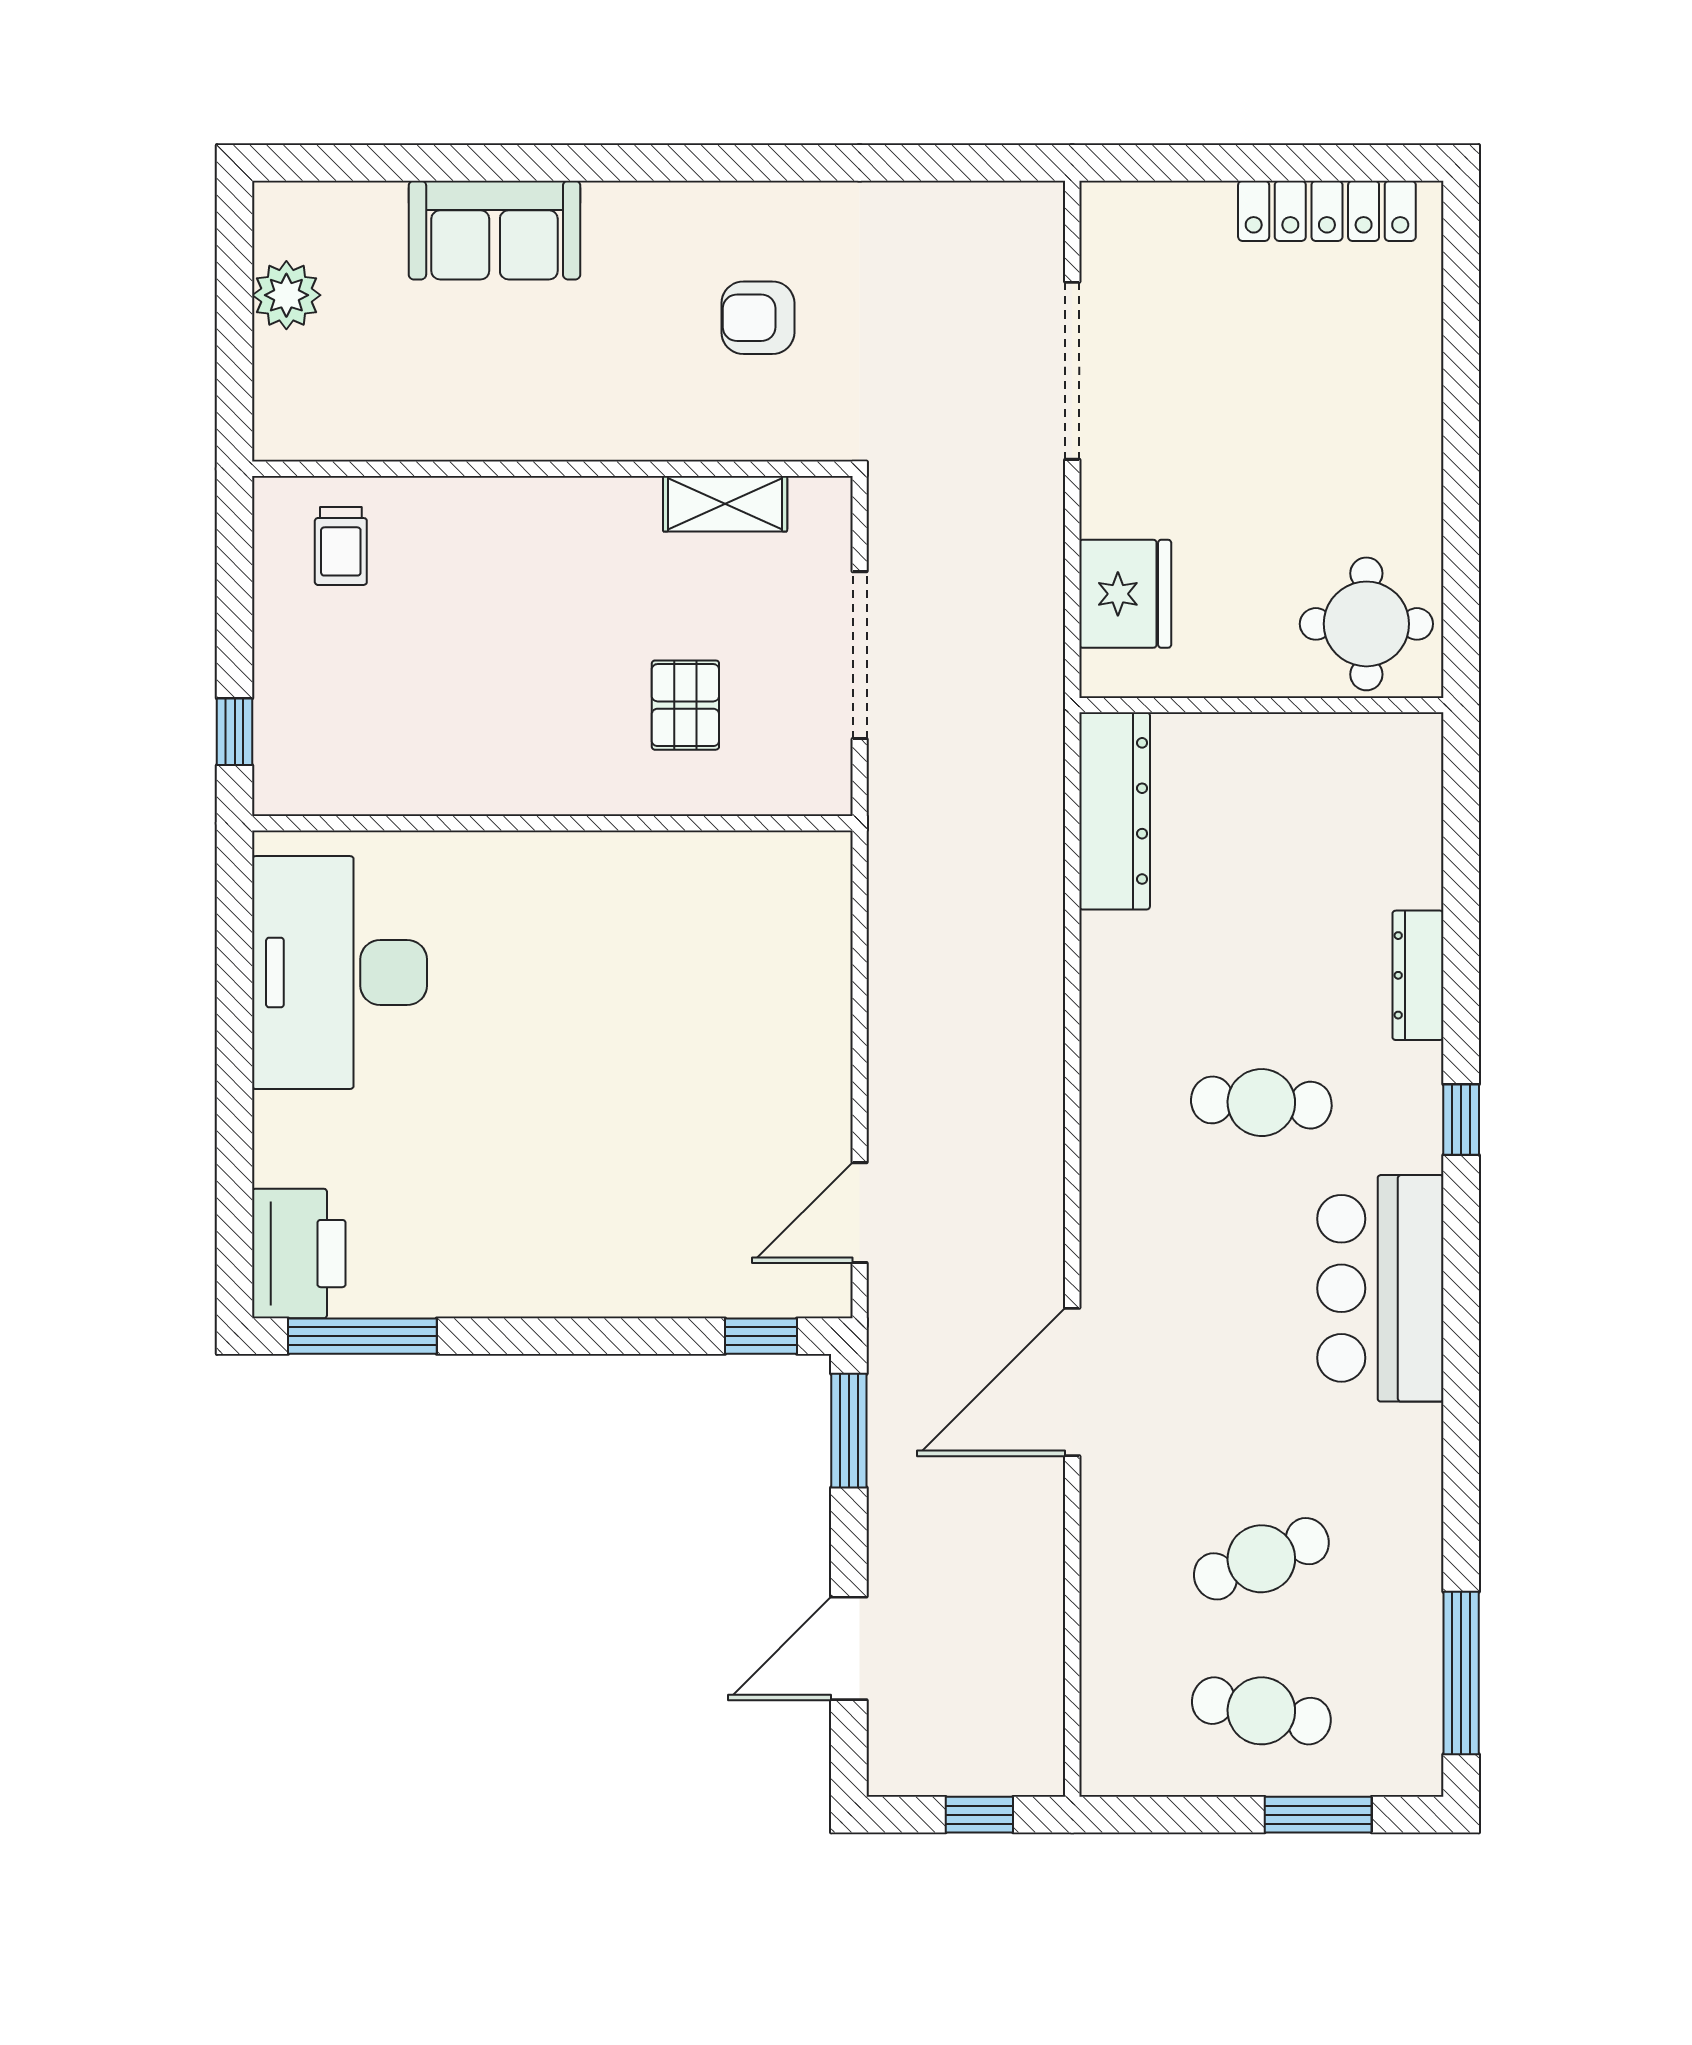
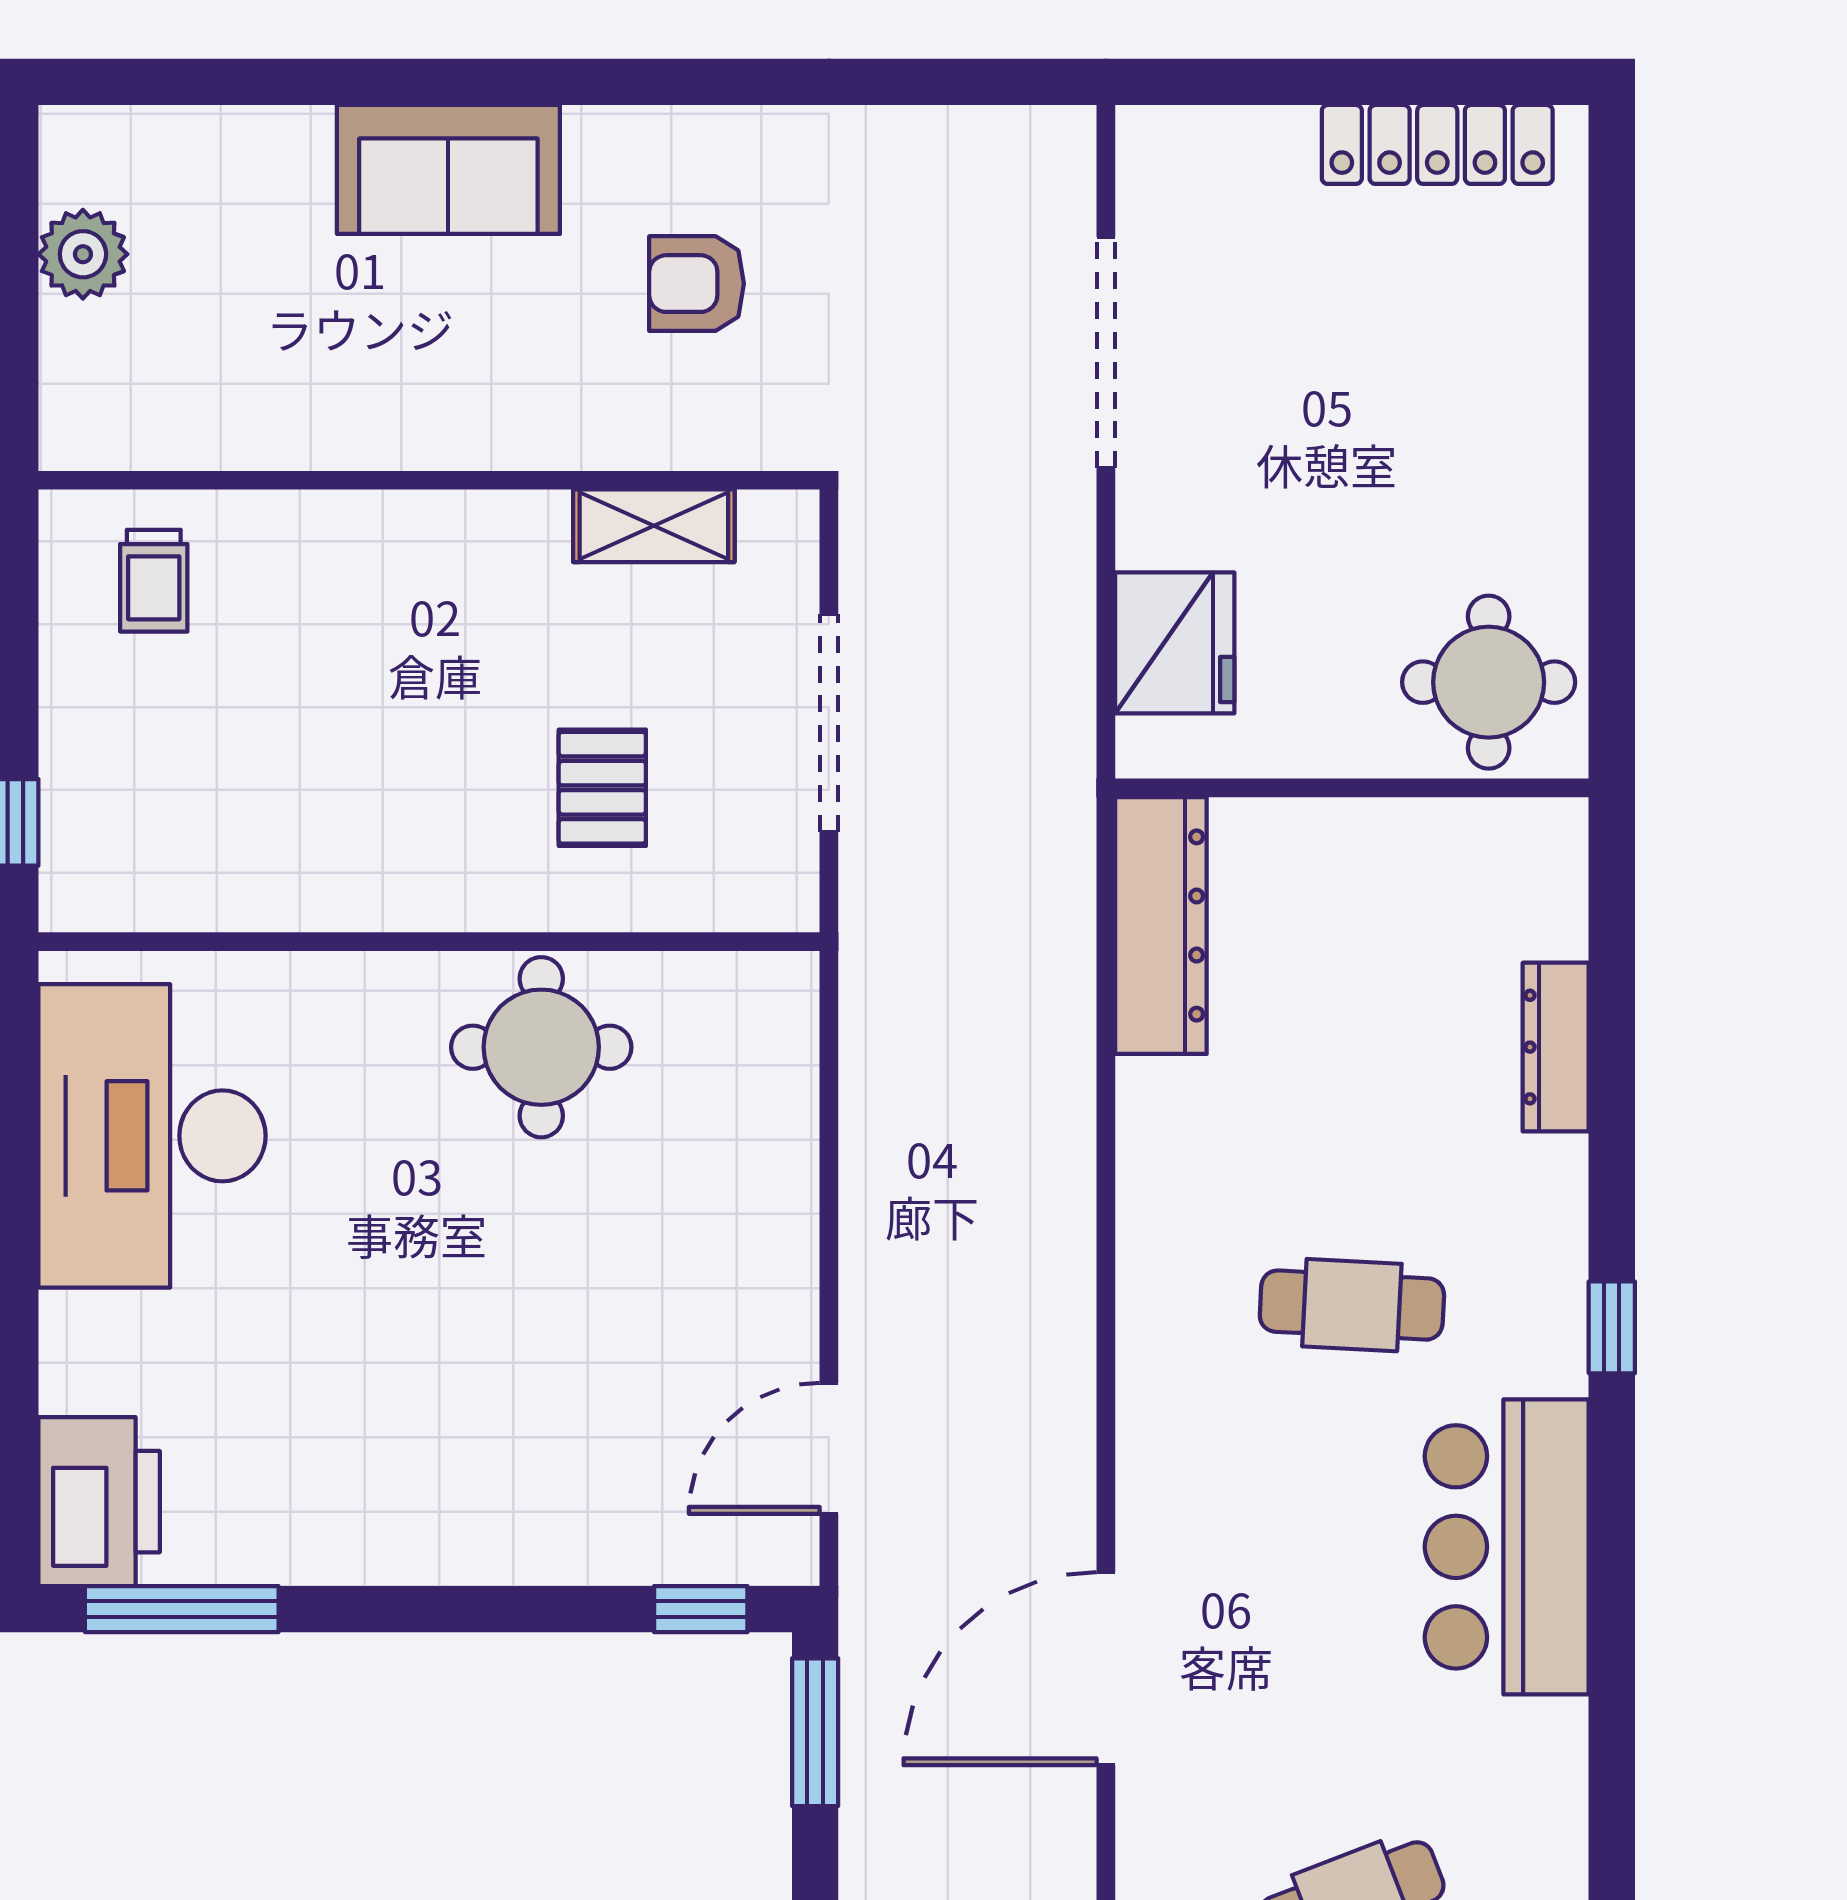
sofa: (495, 230) -> (448, 169), moved
round table: (639, 904) -> (541, 1047), added
dresser: (1418, 975) -> (1556, 1047), moved

